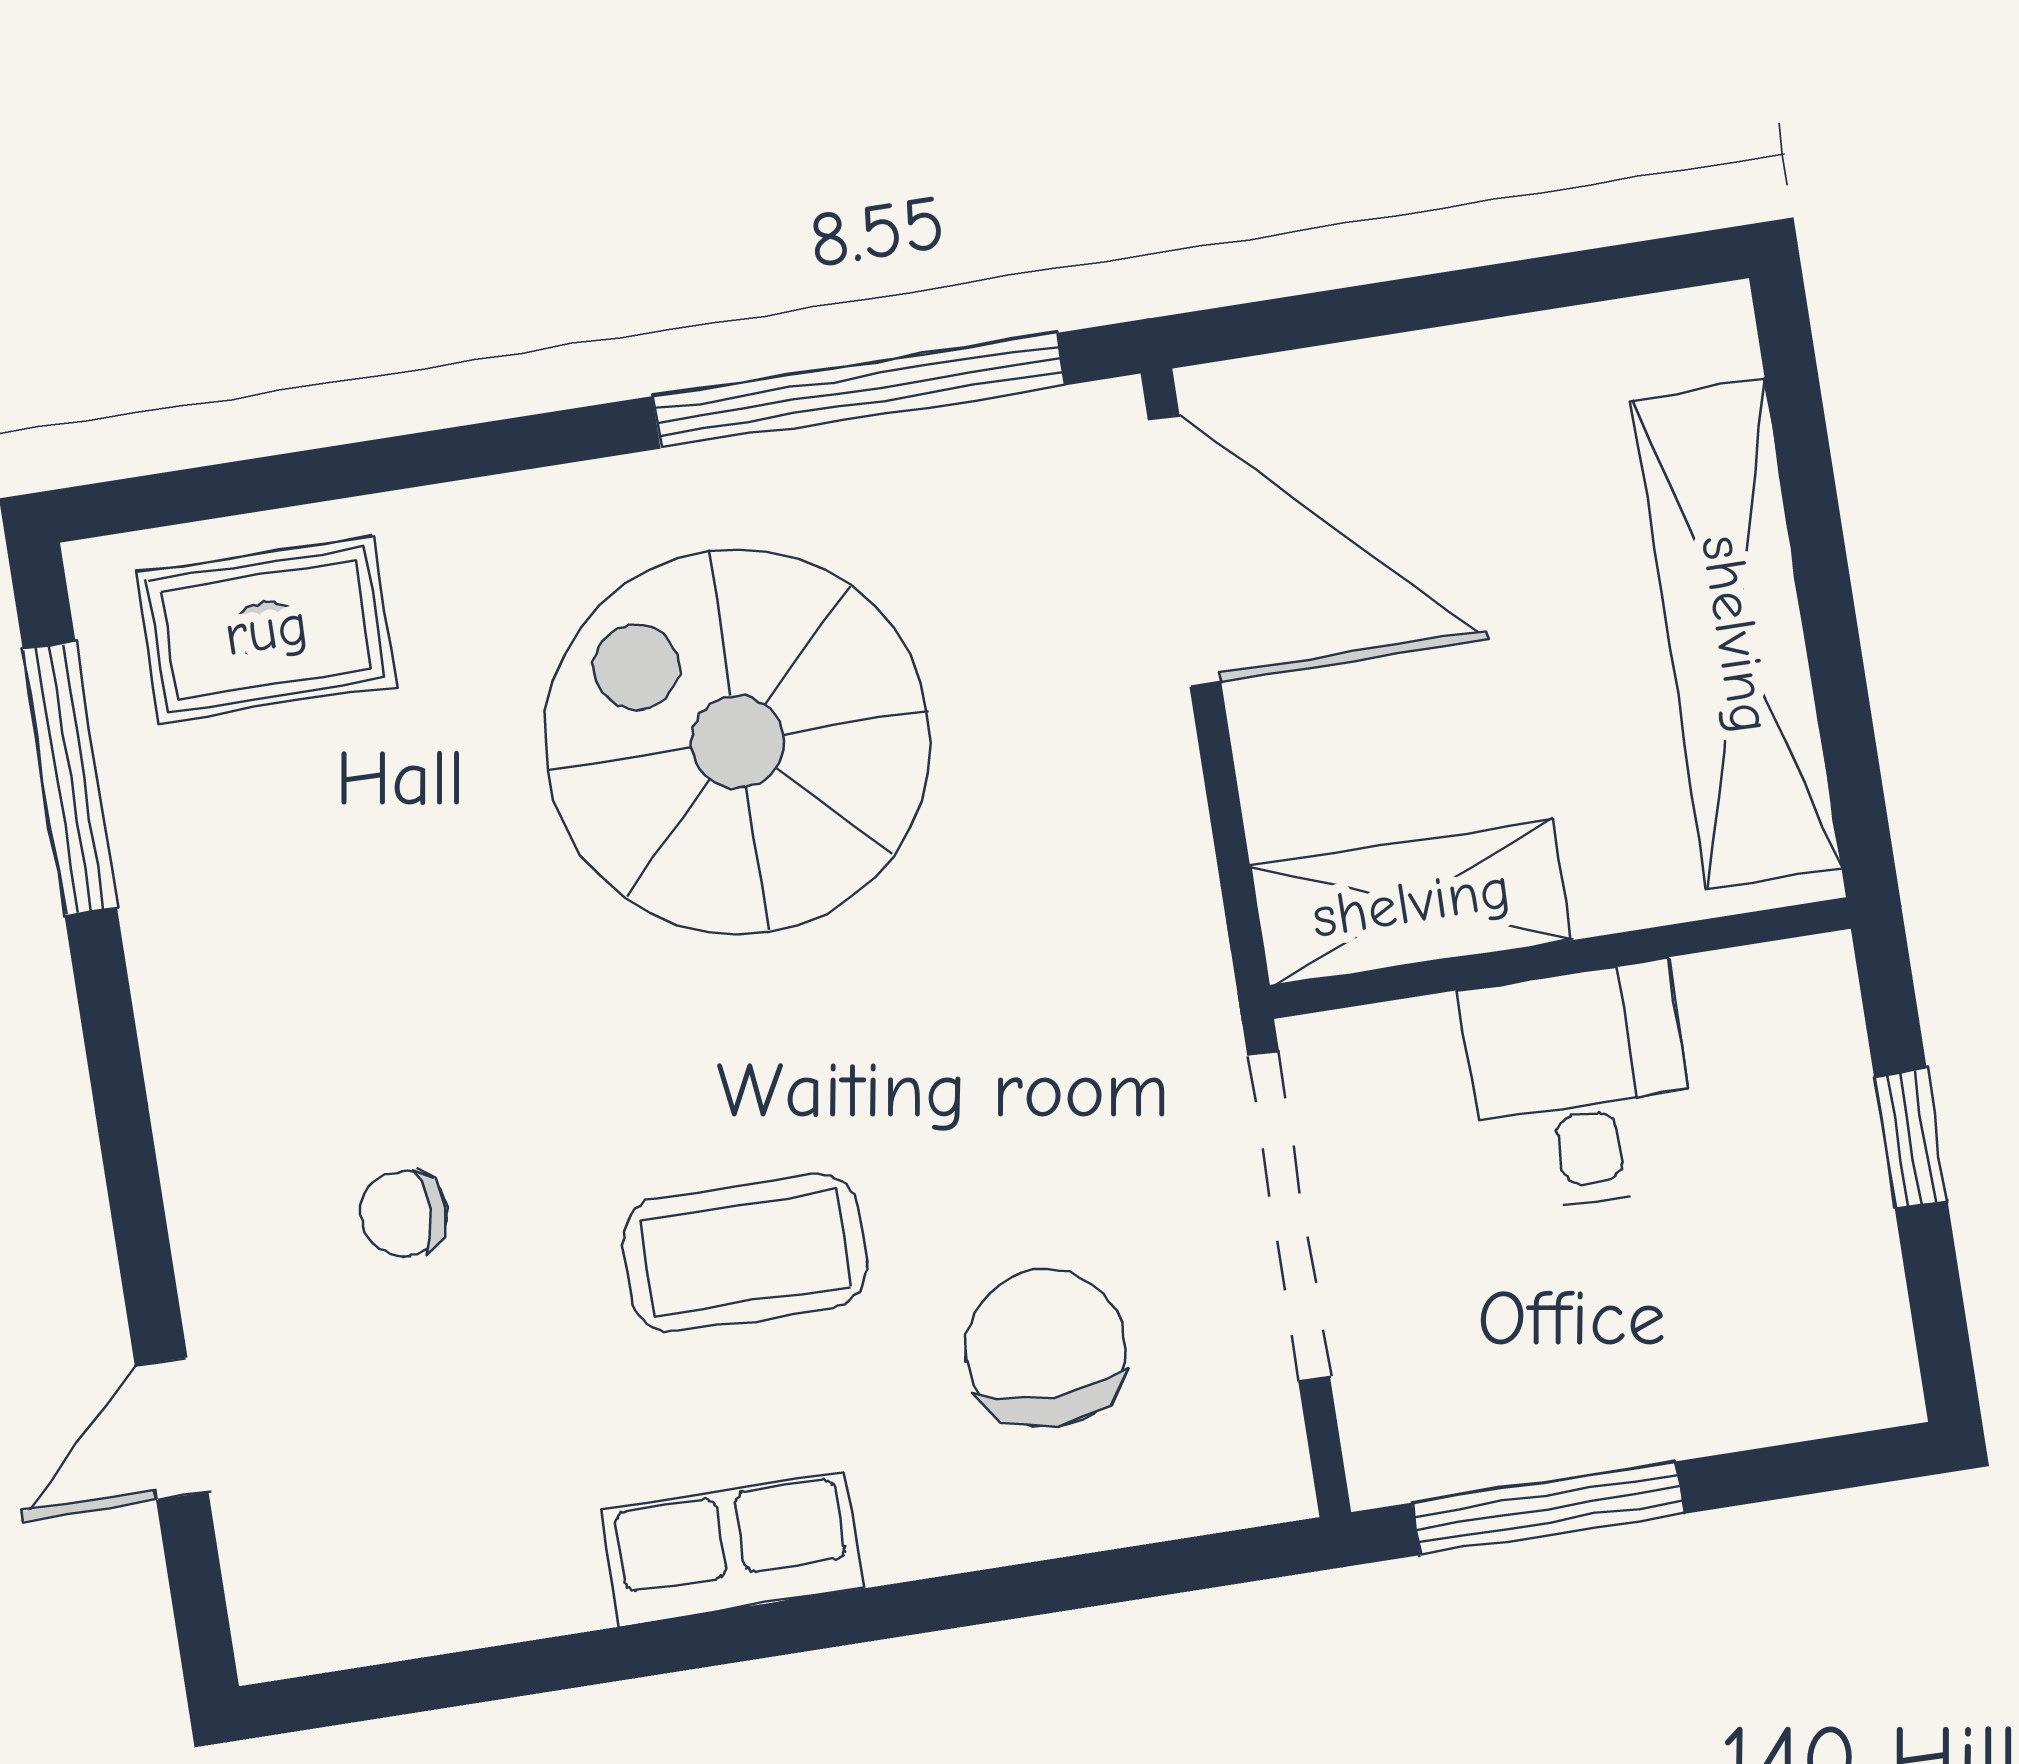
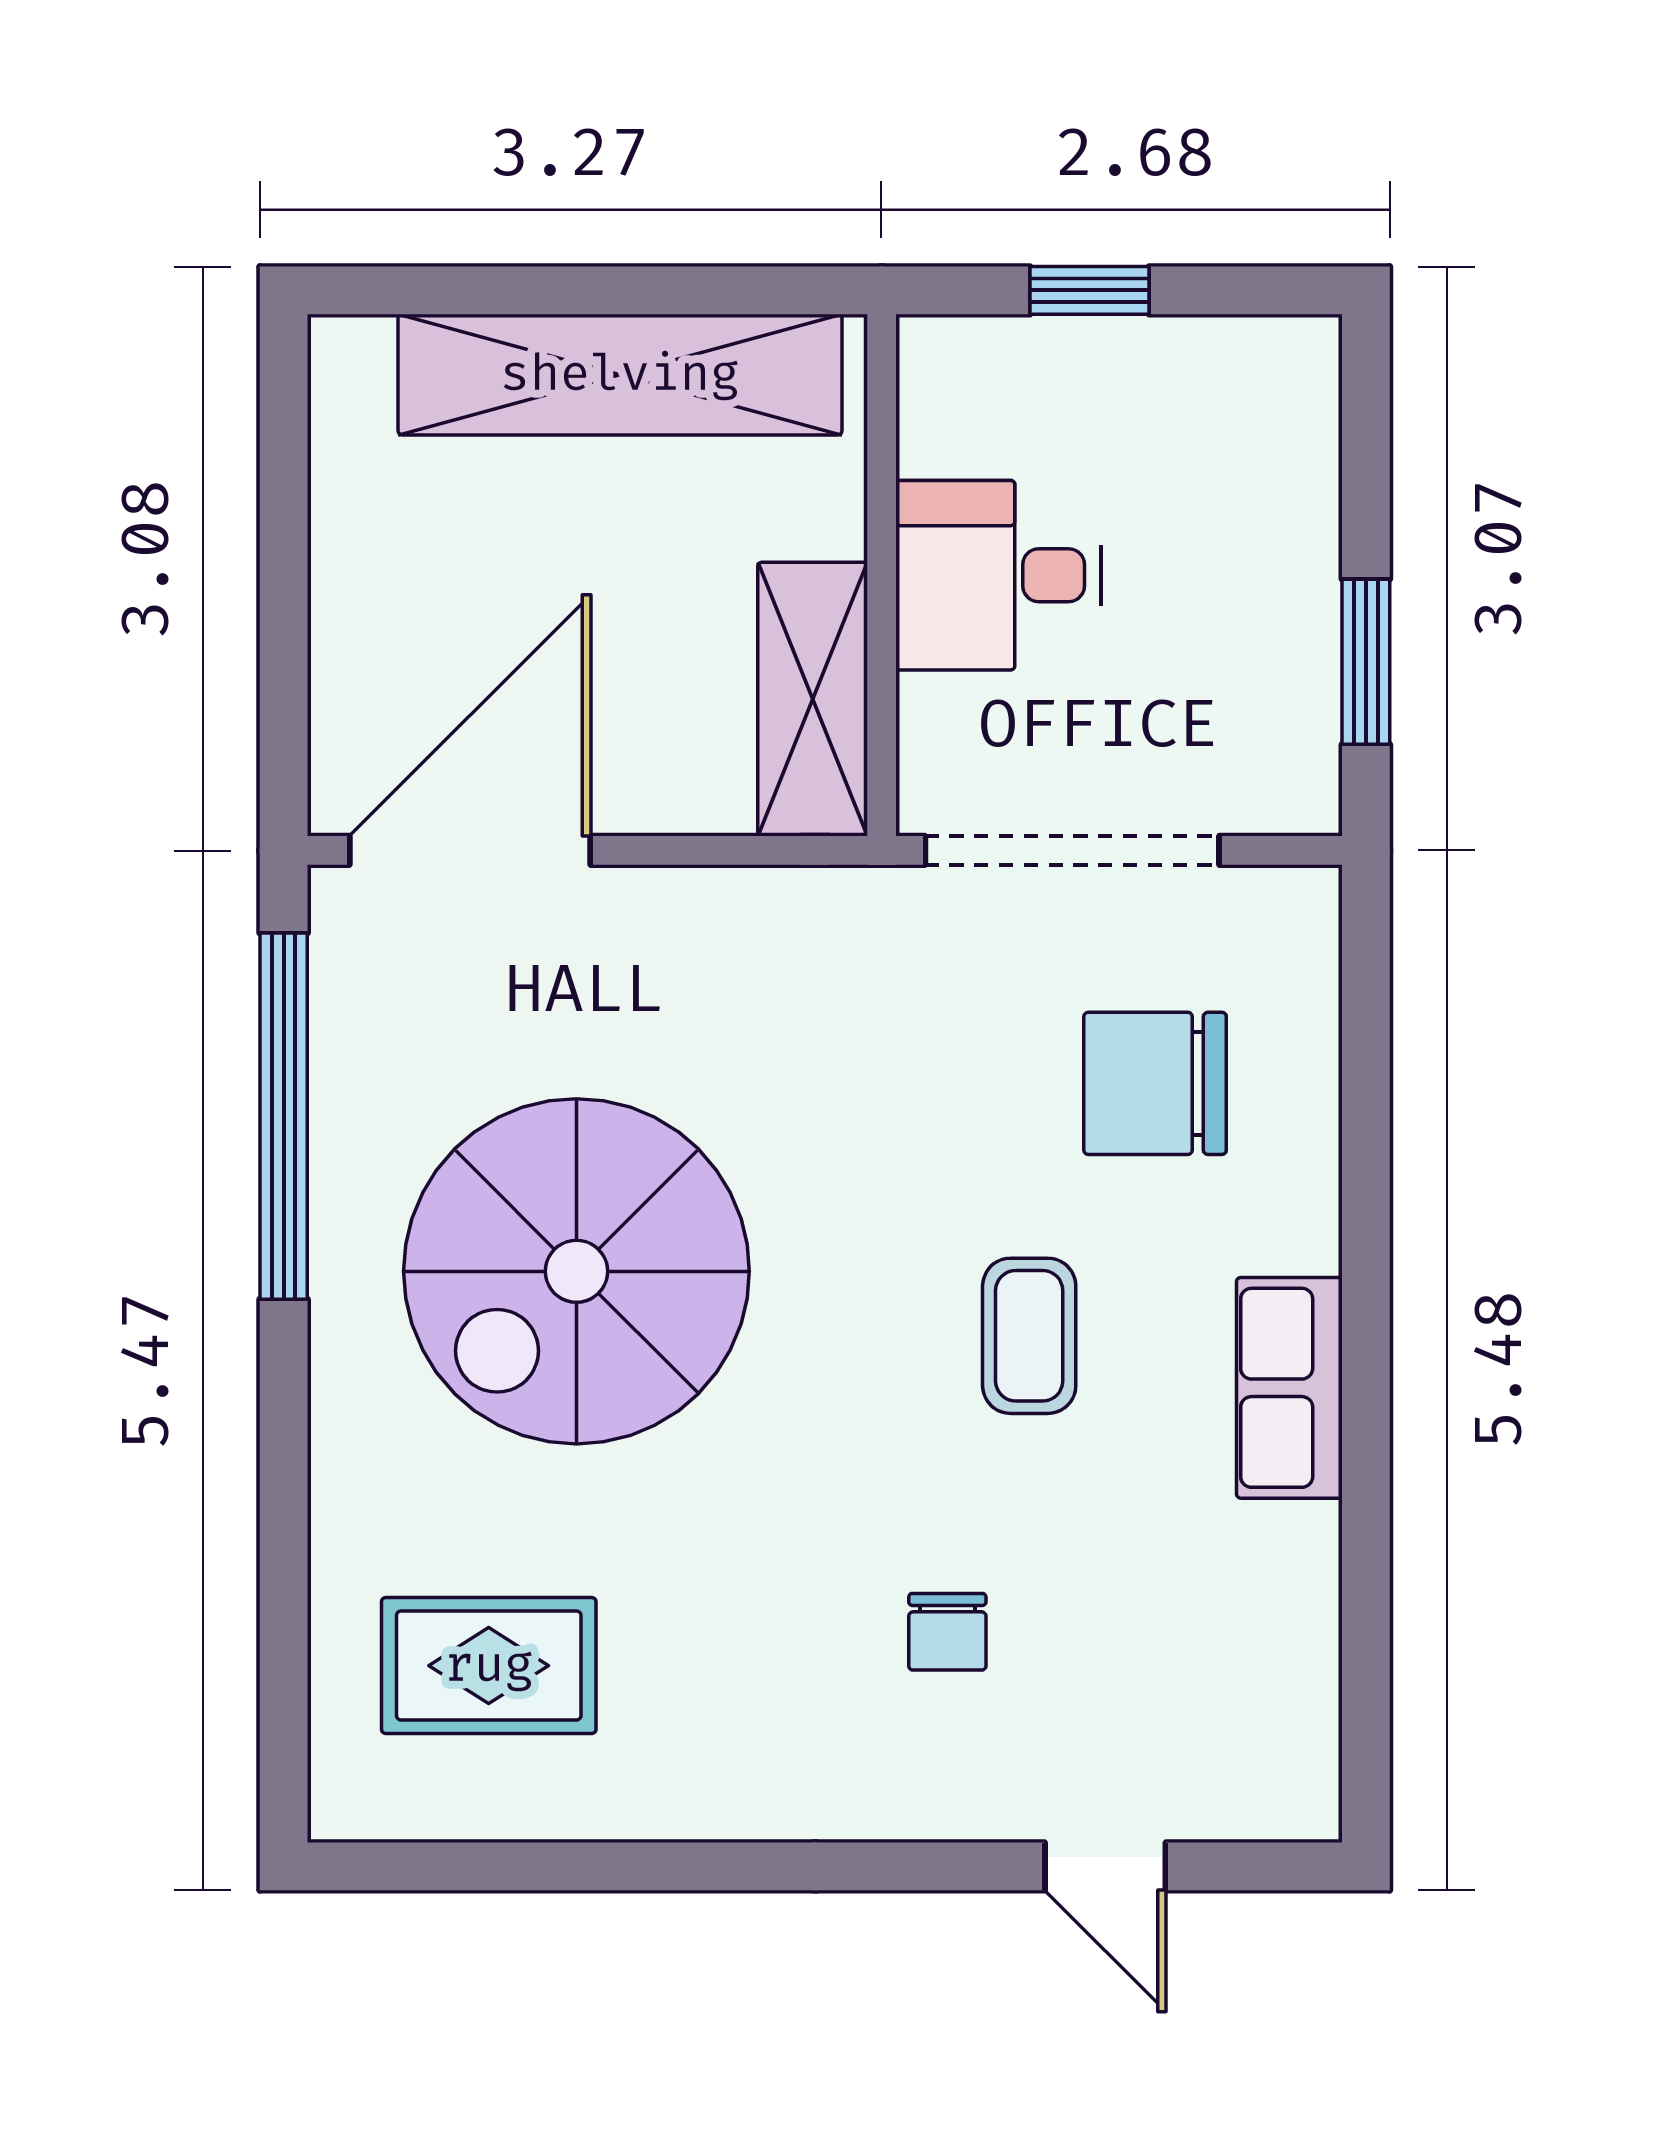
rug: (266, 630) -> (489, 1666), moved, turned 90
window: (70, 778) -> (517, 1866), removed
coffee table: (745, 1253) -> (1029, 1336), width x0.73, depth x0.77
window: (1548, 1508) -> (1366, 662), width x0.69

